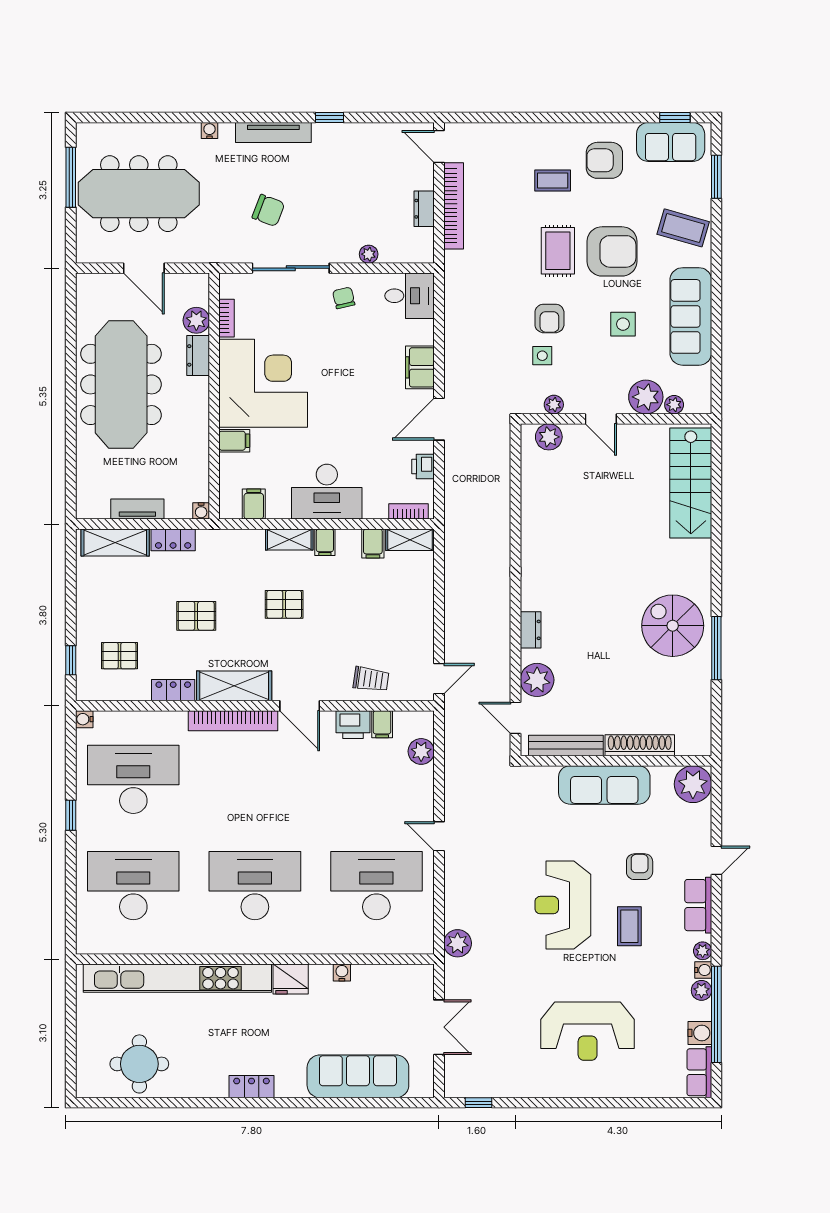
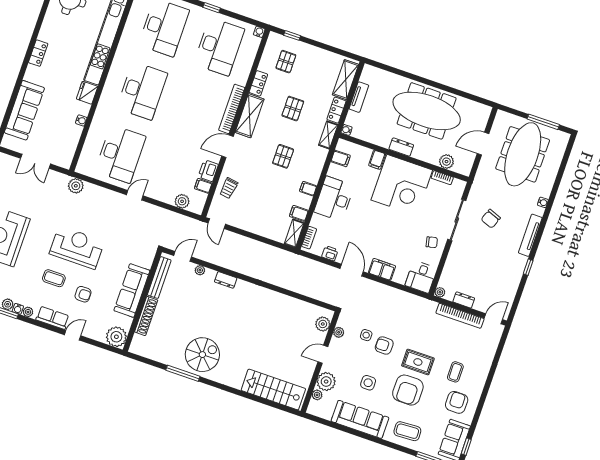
coffee table: (683, 228) -> (407, 431), turned 71
plant: (369, 254) -> (440, 292), moved
dresser: (198, 355) -> (401, 147), moved
shelving: (289, 539) -> (328, 135), moved
plant: (537, 680) -> (200, 270), width x0.53, depth x0.53
door: (716, 860) -> (73, 335), swing flipped

